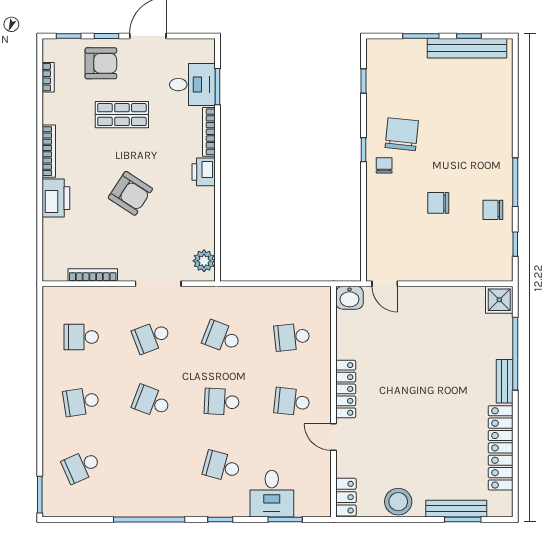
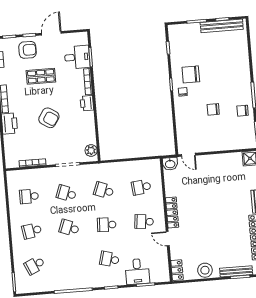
chair: (402, 134) -> (191, 74), turned -96
school desk: (151, 337) -> (66, 193), turned 42

